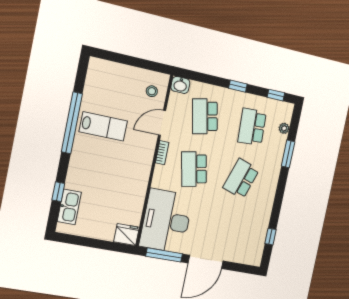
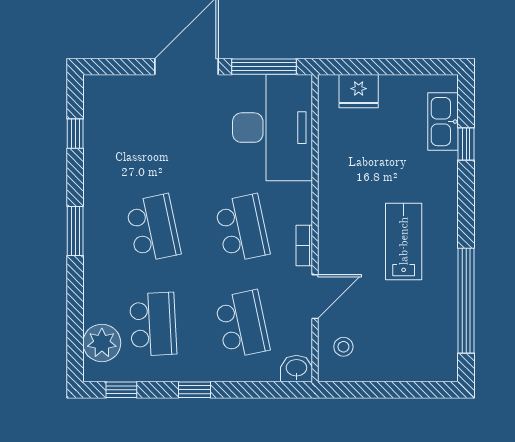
window: (72, 123) -> (466, 301), moved
lab bench: (103, 126) -> (404, 241), moved, turned 90
plant: (284, 128) -> (102, 343), width x1.88, depth x1.88
window: (288, 154) -> (75, 231), moved
school desk: (241, 179) -> (153, 228), turned -30
fridge: (127, 235) -> (359, 91), moved

